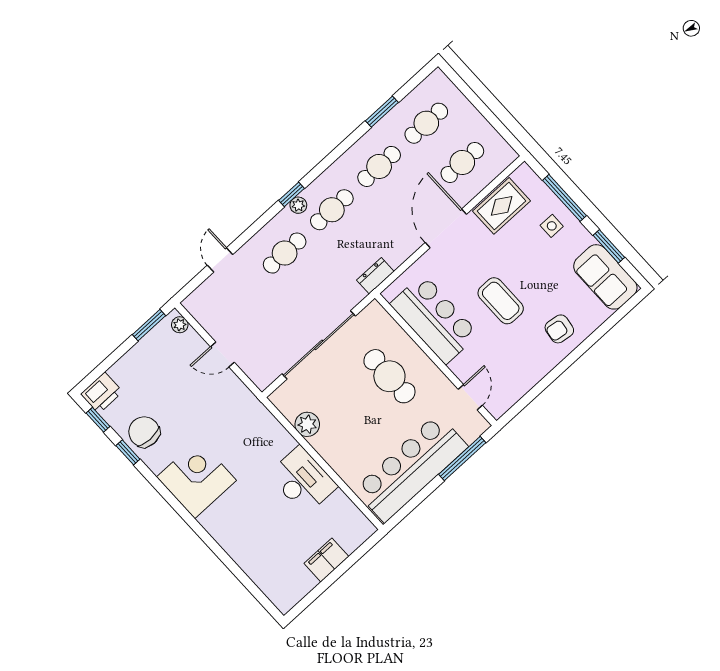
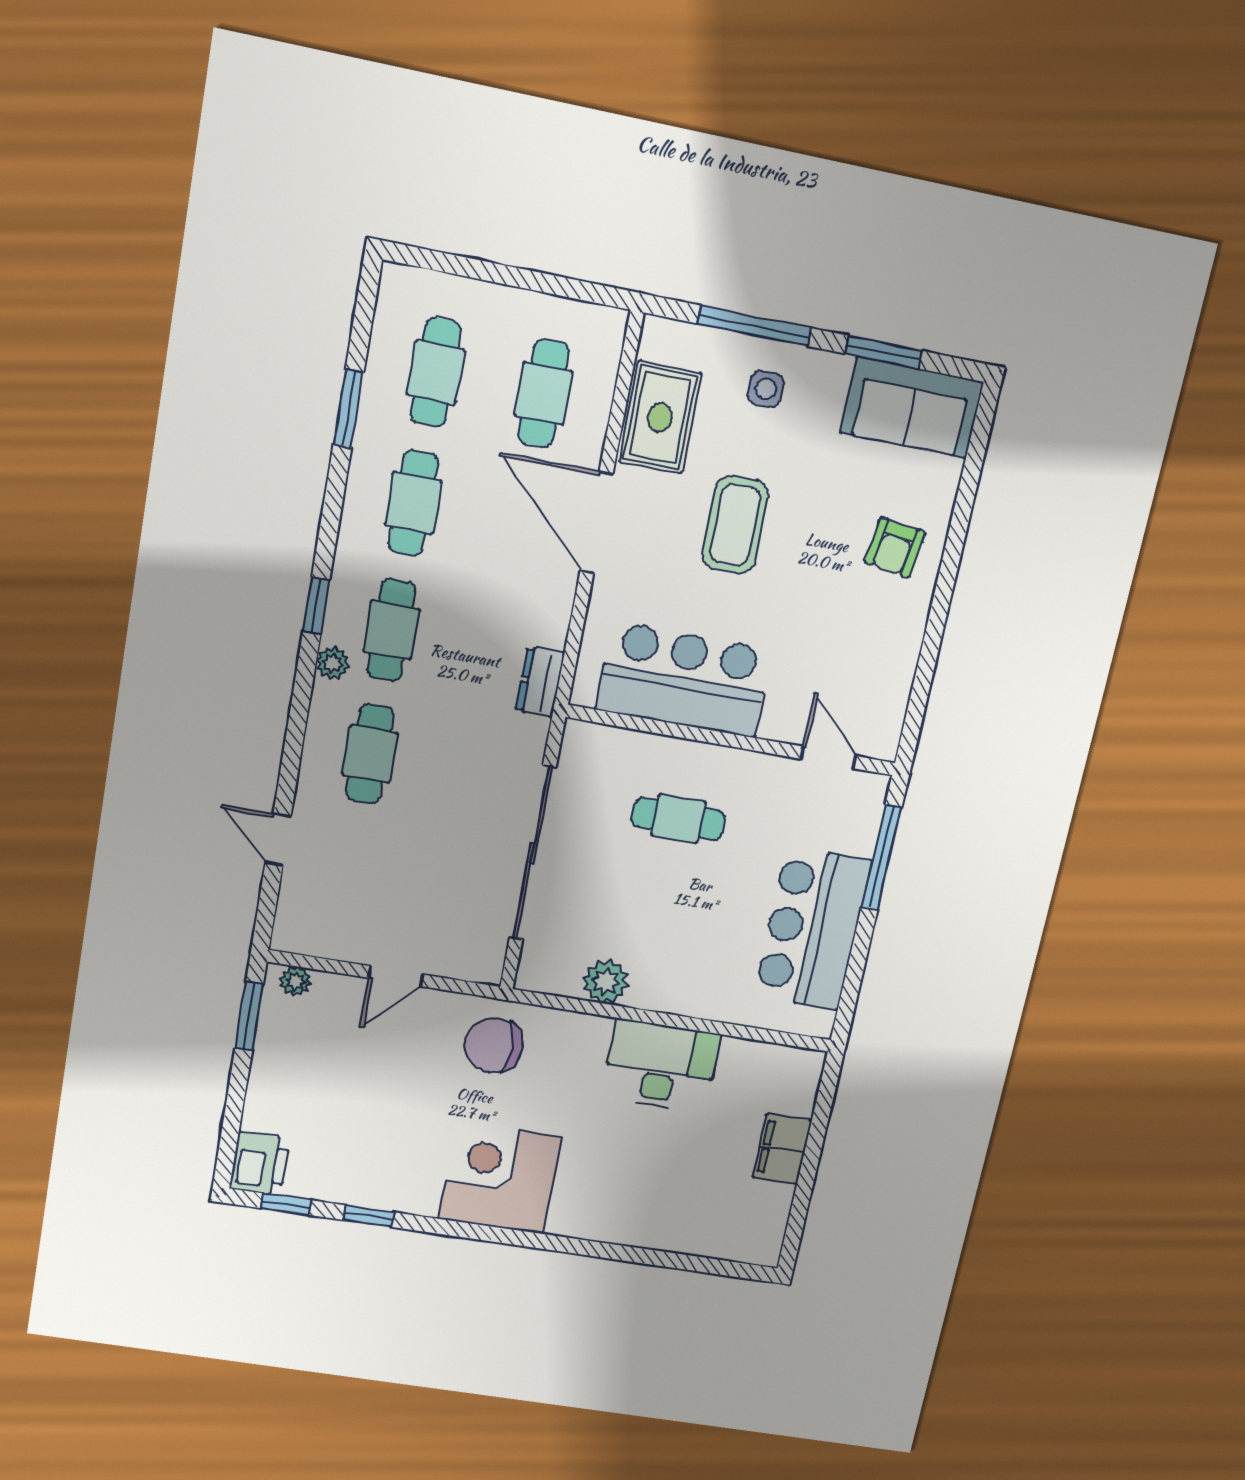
window: (292, 194) -> (316, 606), moved
coffee table: (501, 301) -> (735, 525), moved, turned 90
cafe table: (389, 376) -> (678, 819), width x0.73, depth x0.74
chair: (144, 432) -> (494, 1045), moved
bar counter: (411, 468) -> (812, 929), width x0.73

